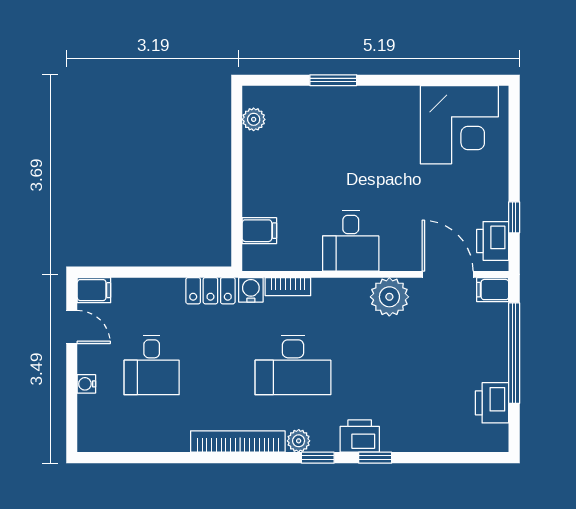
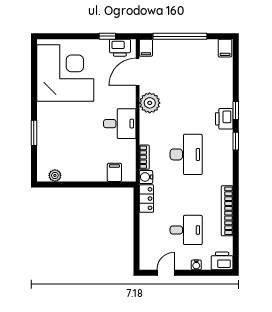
corner desk: (459, 125) -> (65, 73), width x1.36, depth x1.36
filing cabinet: (94, 290) -> (225, 48), moved, turned 180
printer: (492, 403) -> (222, 261), moved, turned 180
plant: (299, 441) -> (227, 151), removed
bookcase: (238, 442) -> (227, 211), moved

